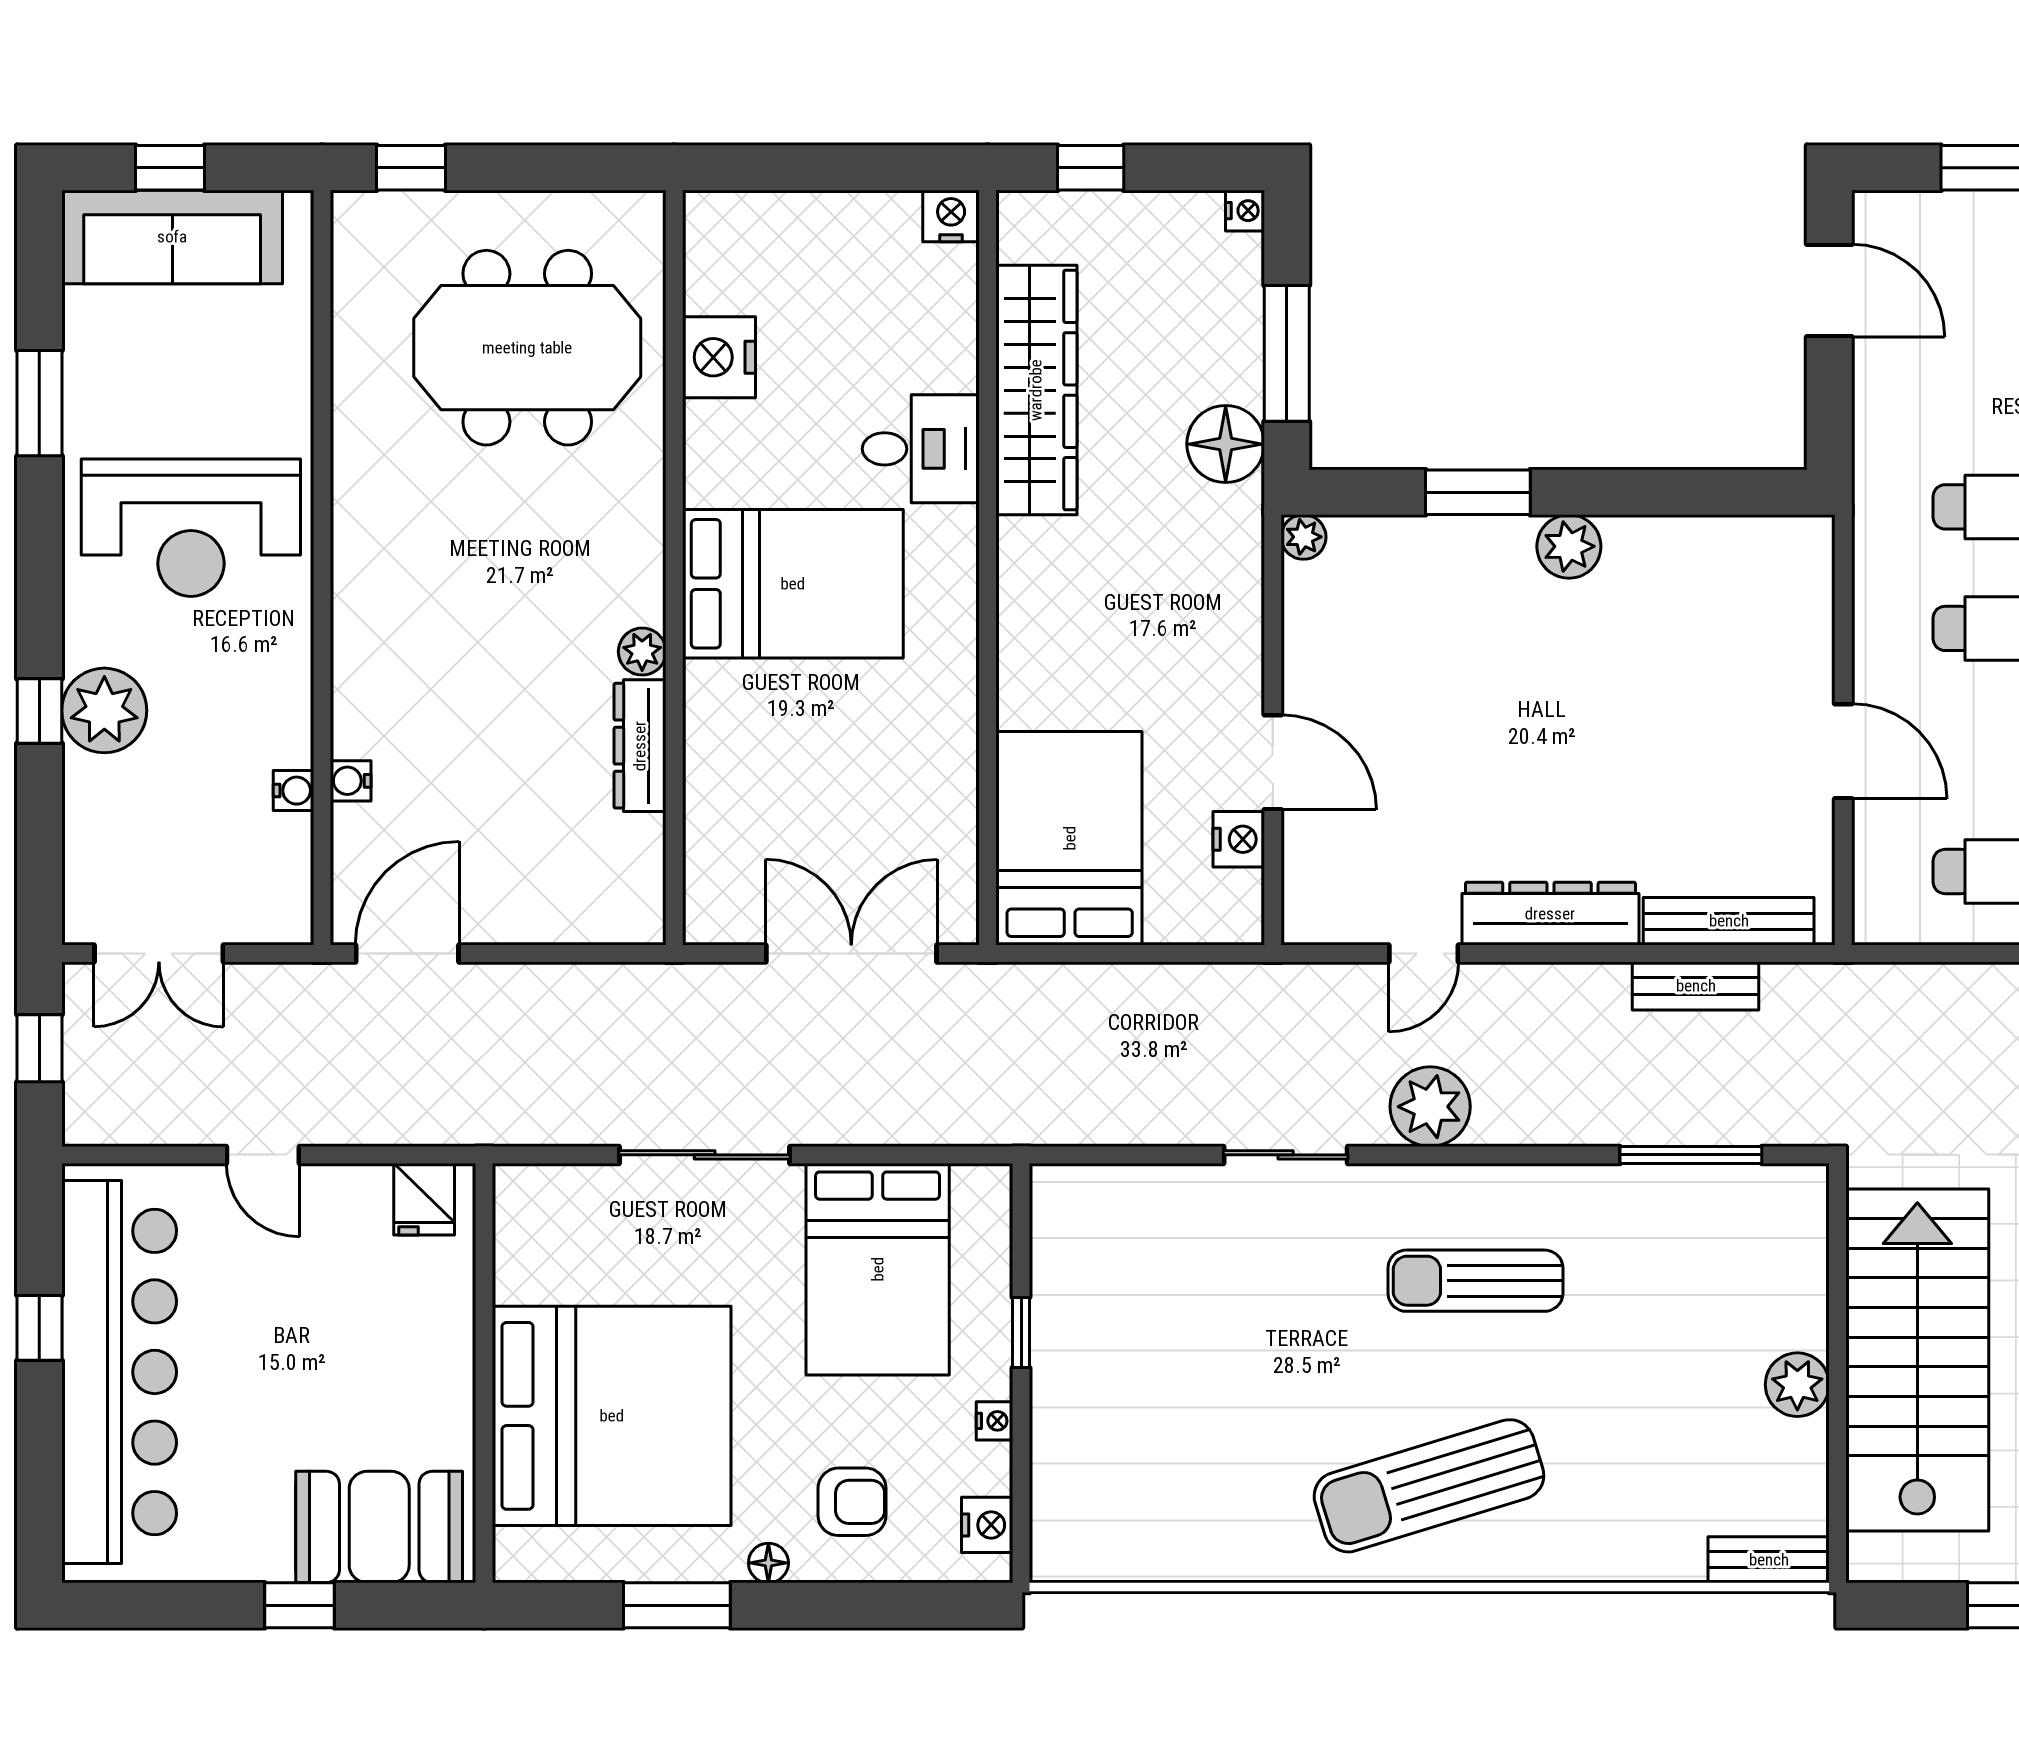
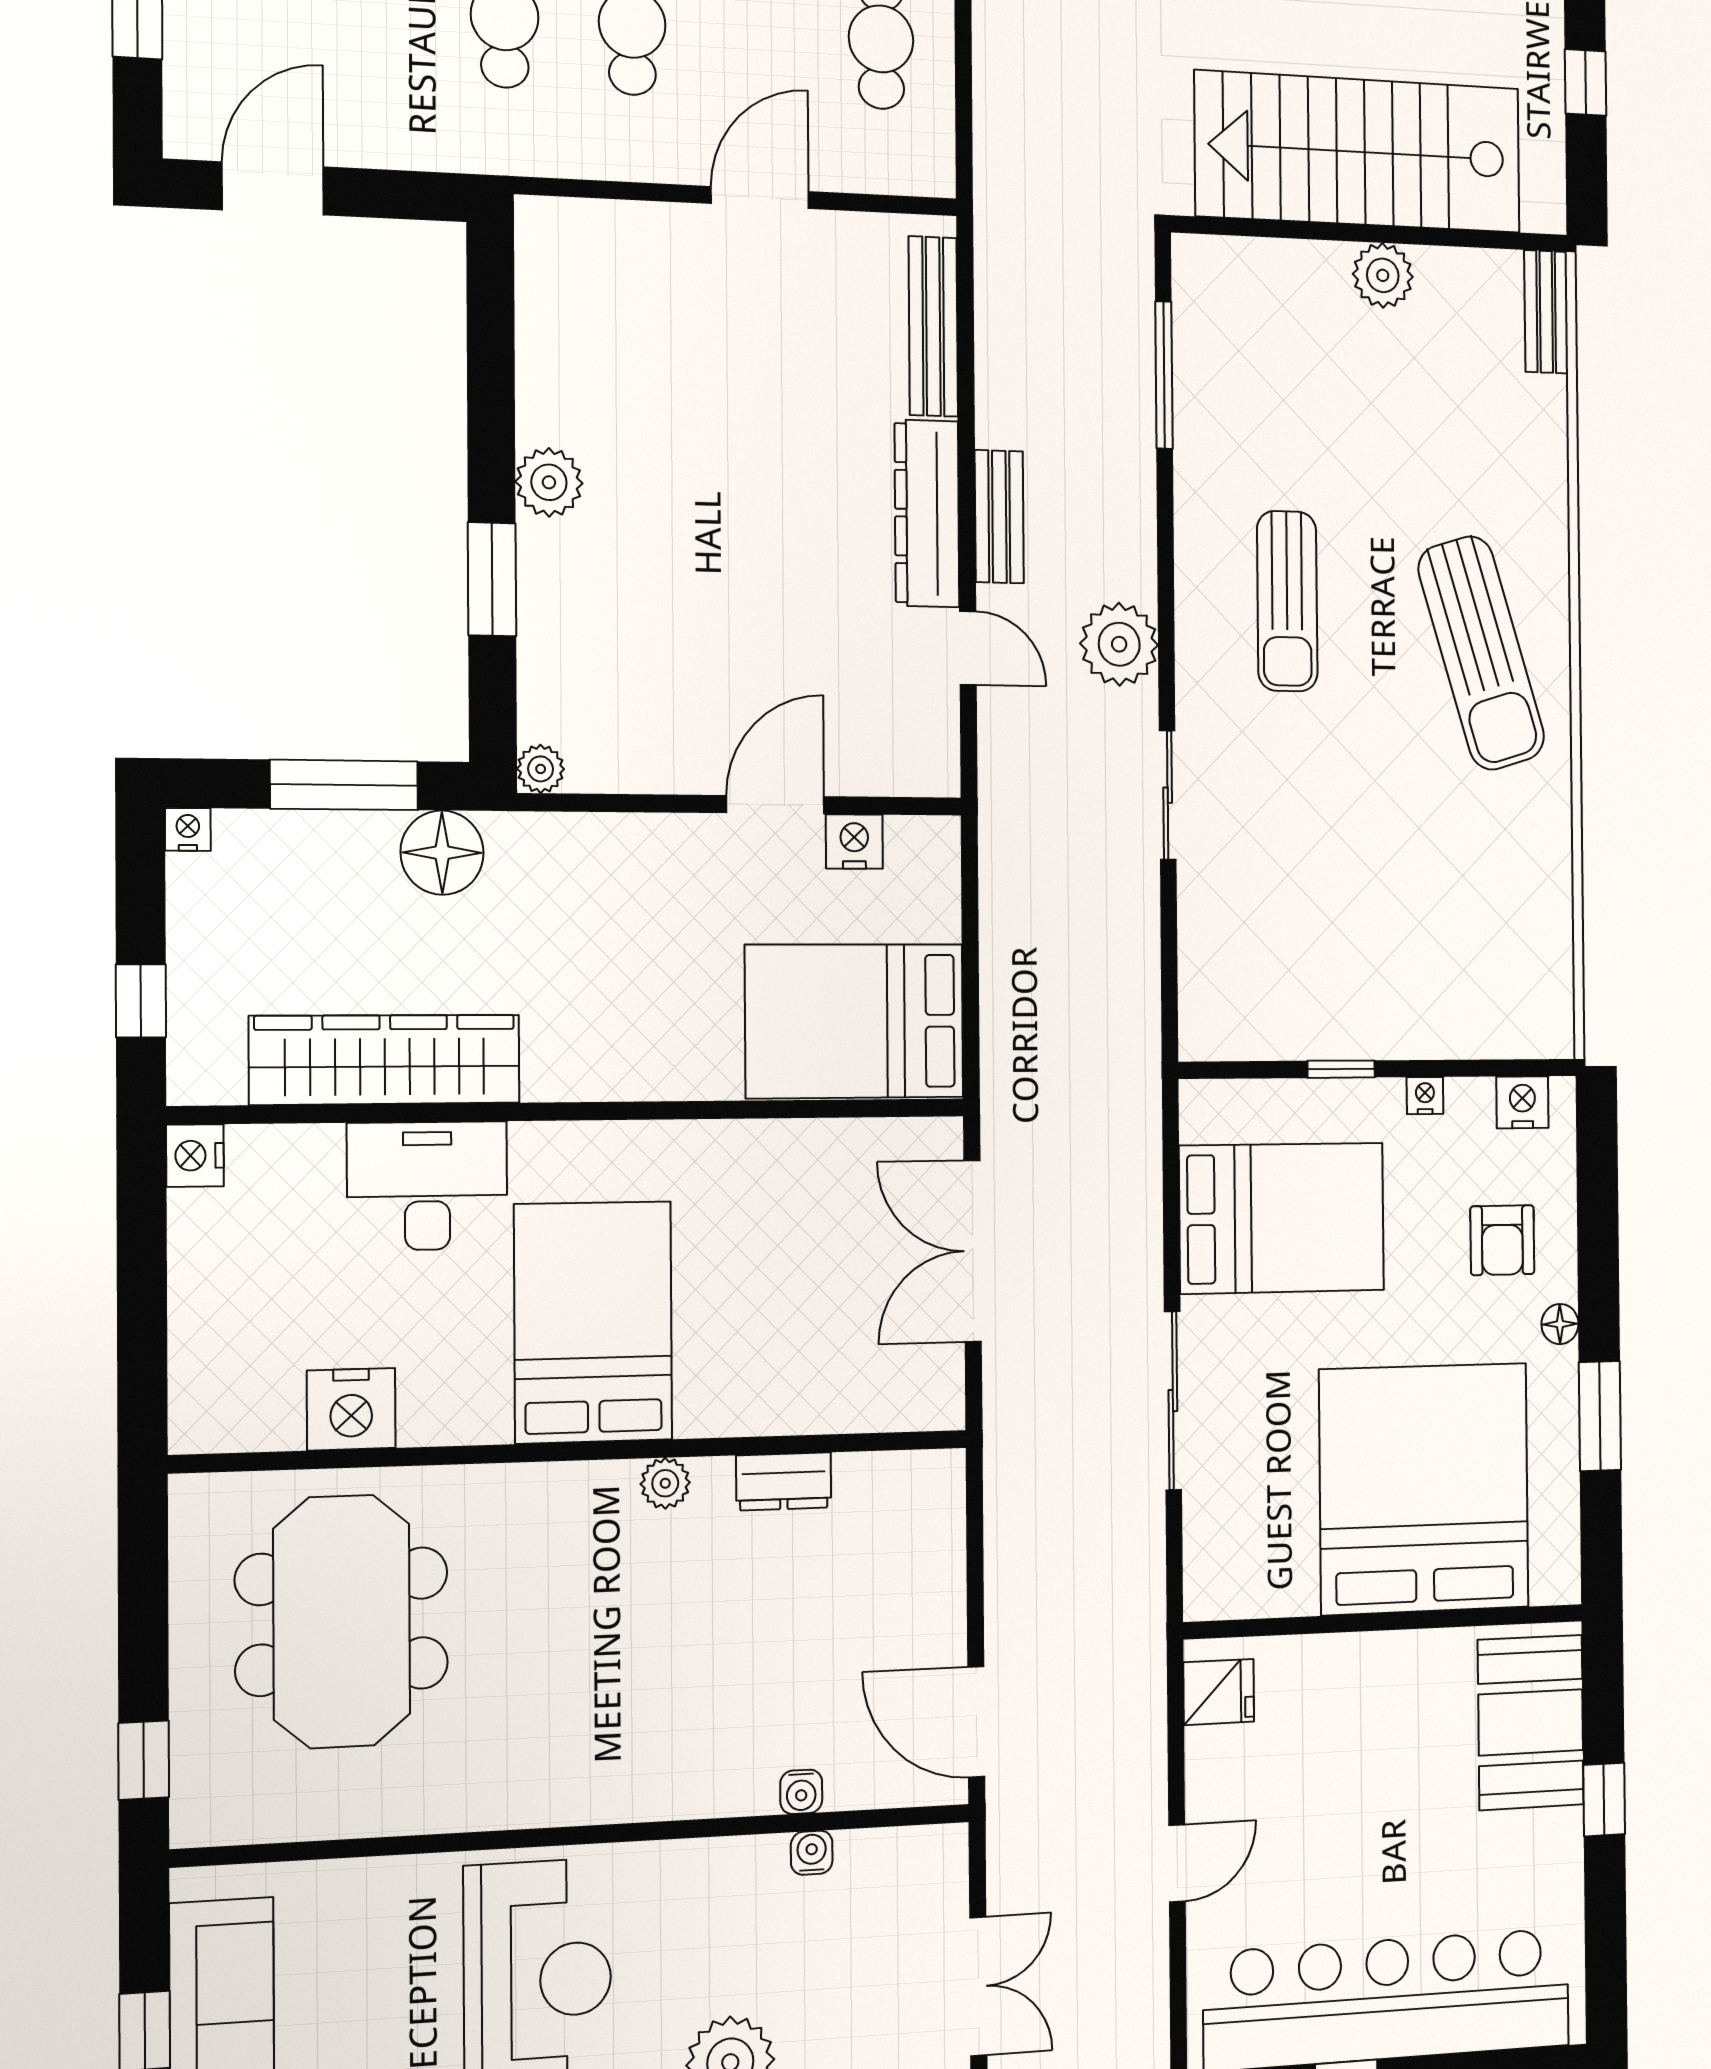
desk: (921, 449) -> (427, 1186), width x1.37
dresser: (640, 746) -> (784, 1481), width x0.70
bench: (1696, 986) -> (999, 517), moved
armchair: (852, 1502) -> (1502, 1240), turned 180

